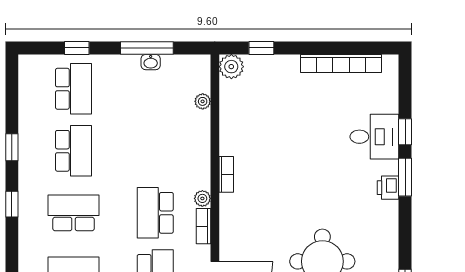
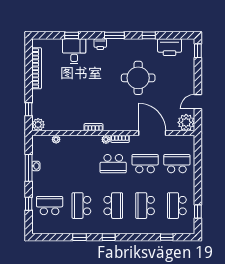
school desk: (74, 151) -> (81, 206), turned -90
window: (405, 177) -> (114, 35), moved
school desk: (74, 213) -> (113, 206), turned 180

